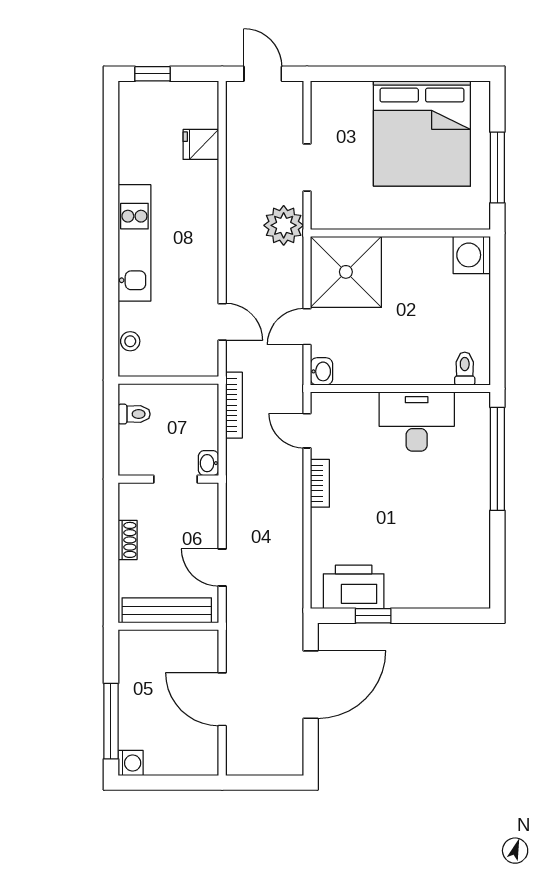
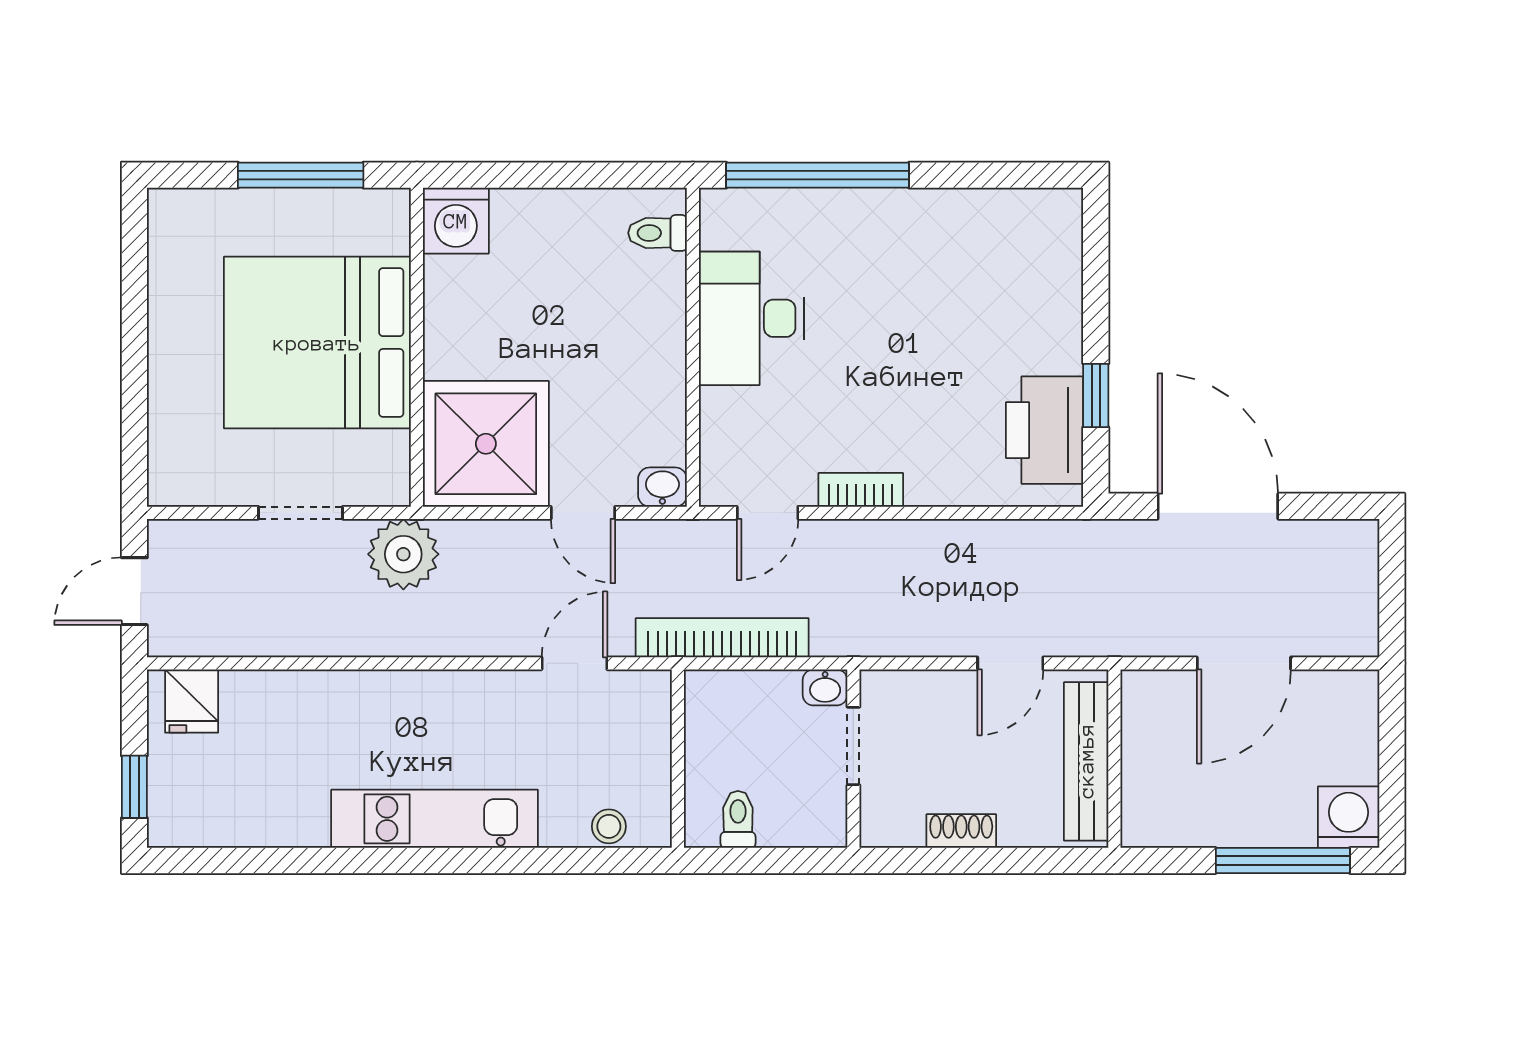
bed: (422, 133) -> (317, 343), moved, turned 180
fridge: (201, 144) -> (192, 701), moved
bookcase: (234, 405) -> (722, 638), width x1.48, depth x1.31
washing machine: (131, 763) -> (1349, 817), width x1.38, depth x1.38

